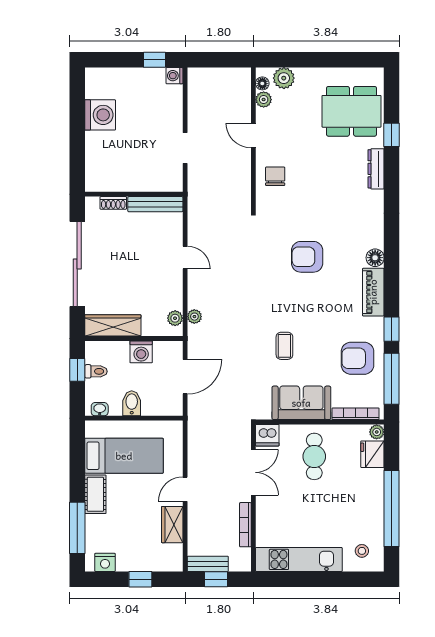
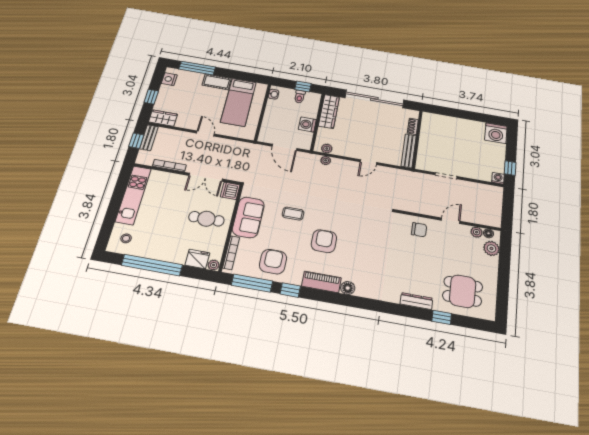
dining table: (351, 111) -> (463, 291), width x0.73
washing machine: (100, 115) -> (496, 133), moved
armchair: (307, 257) -> (324, 241), moved
bidet: (132, 403) -> (273, 113), removed
wardrobe: (172, 525) -> (163, 118), moved

